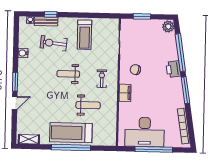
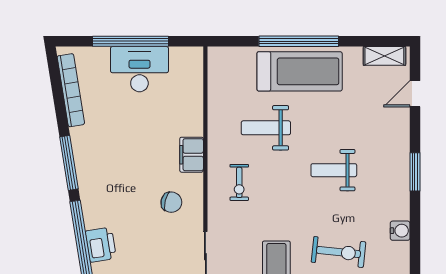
printer: (173, 69) -> (101, 245), moved
weight bench: (68, 74) -> (334, 170), moved, turned 180
door: (15, 103) -> (415, 94), moved
desk: (145, 132) -> (139, 69), width x0.73, depth x0.77

